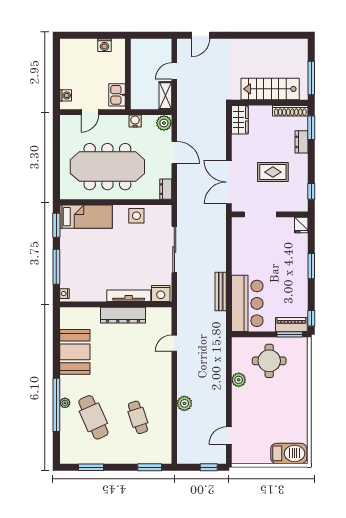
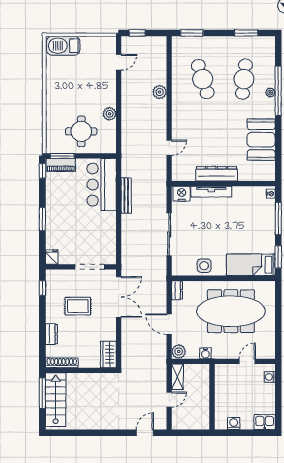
stairs: (270, 89) -> (56, 400), moved, turned -90
kitchen sink: (117, 95) -> (265, 422), moved, turned -90
window: (311, 128) -> (42, 347), removed
cafe table: (93, 417) -> (244, 79), turned 30
cafe table: (138, 417) -> (203, 79), width x1.37, depth x1.35

